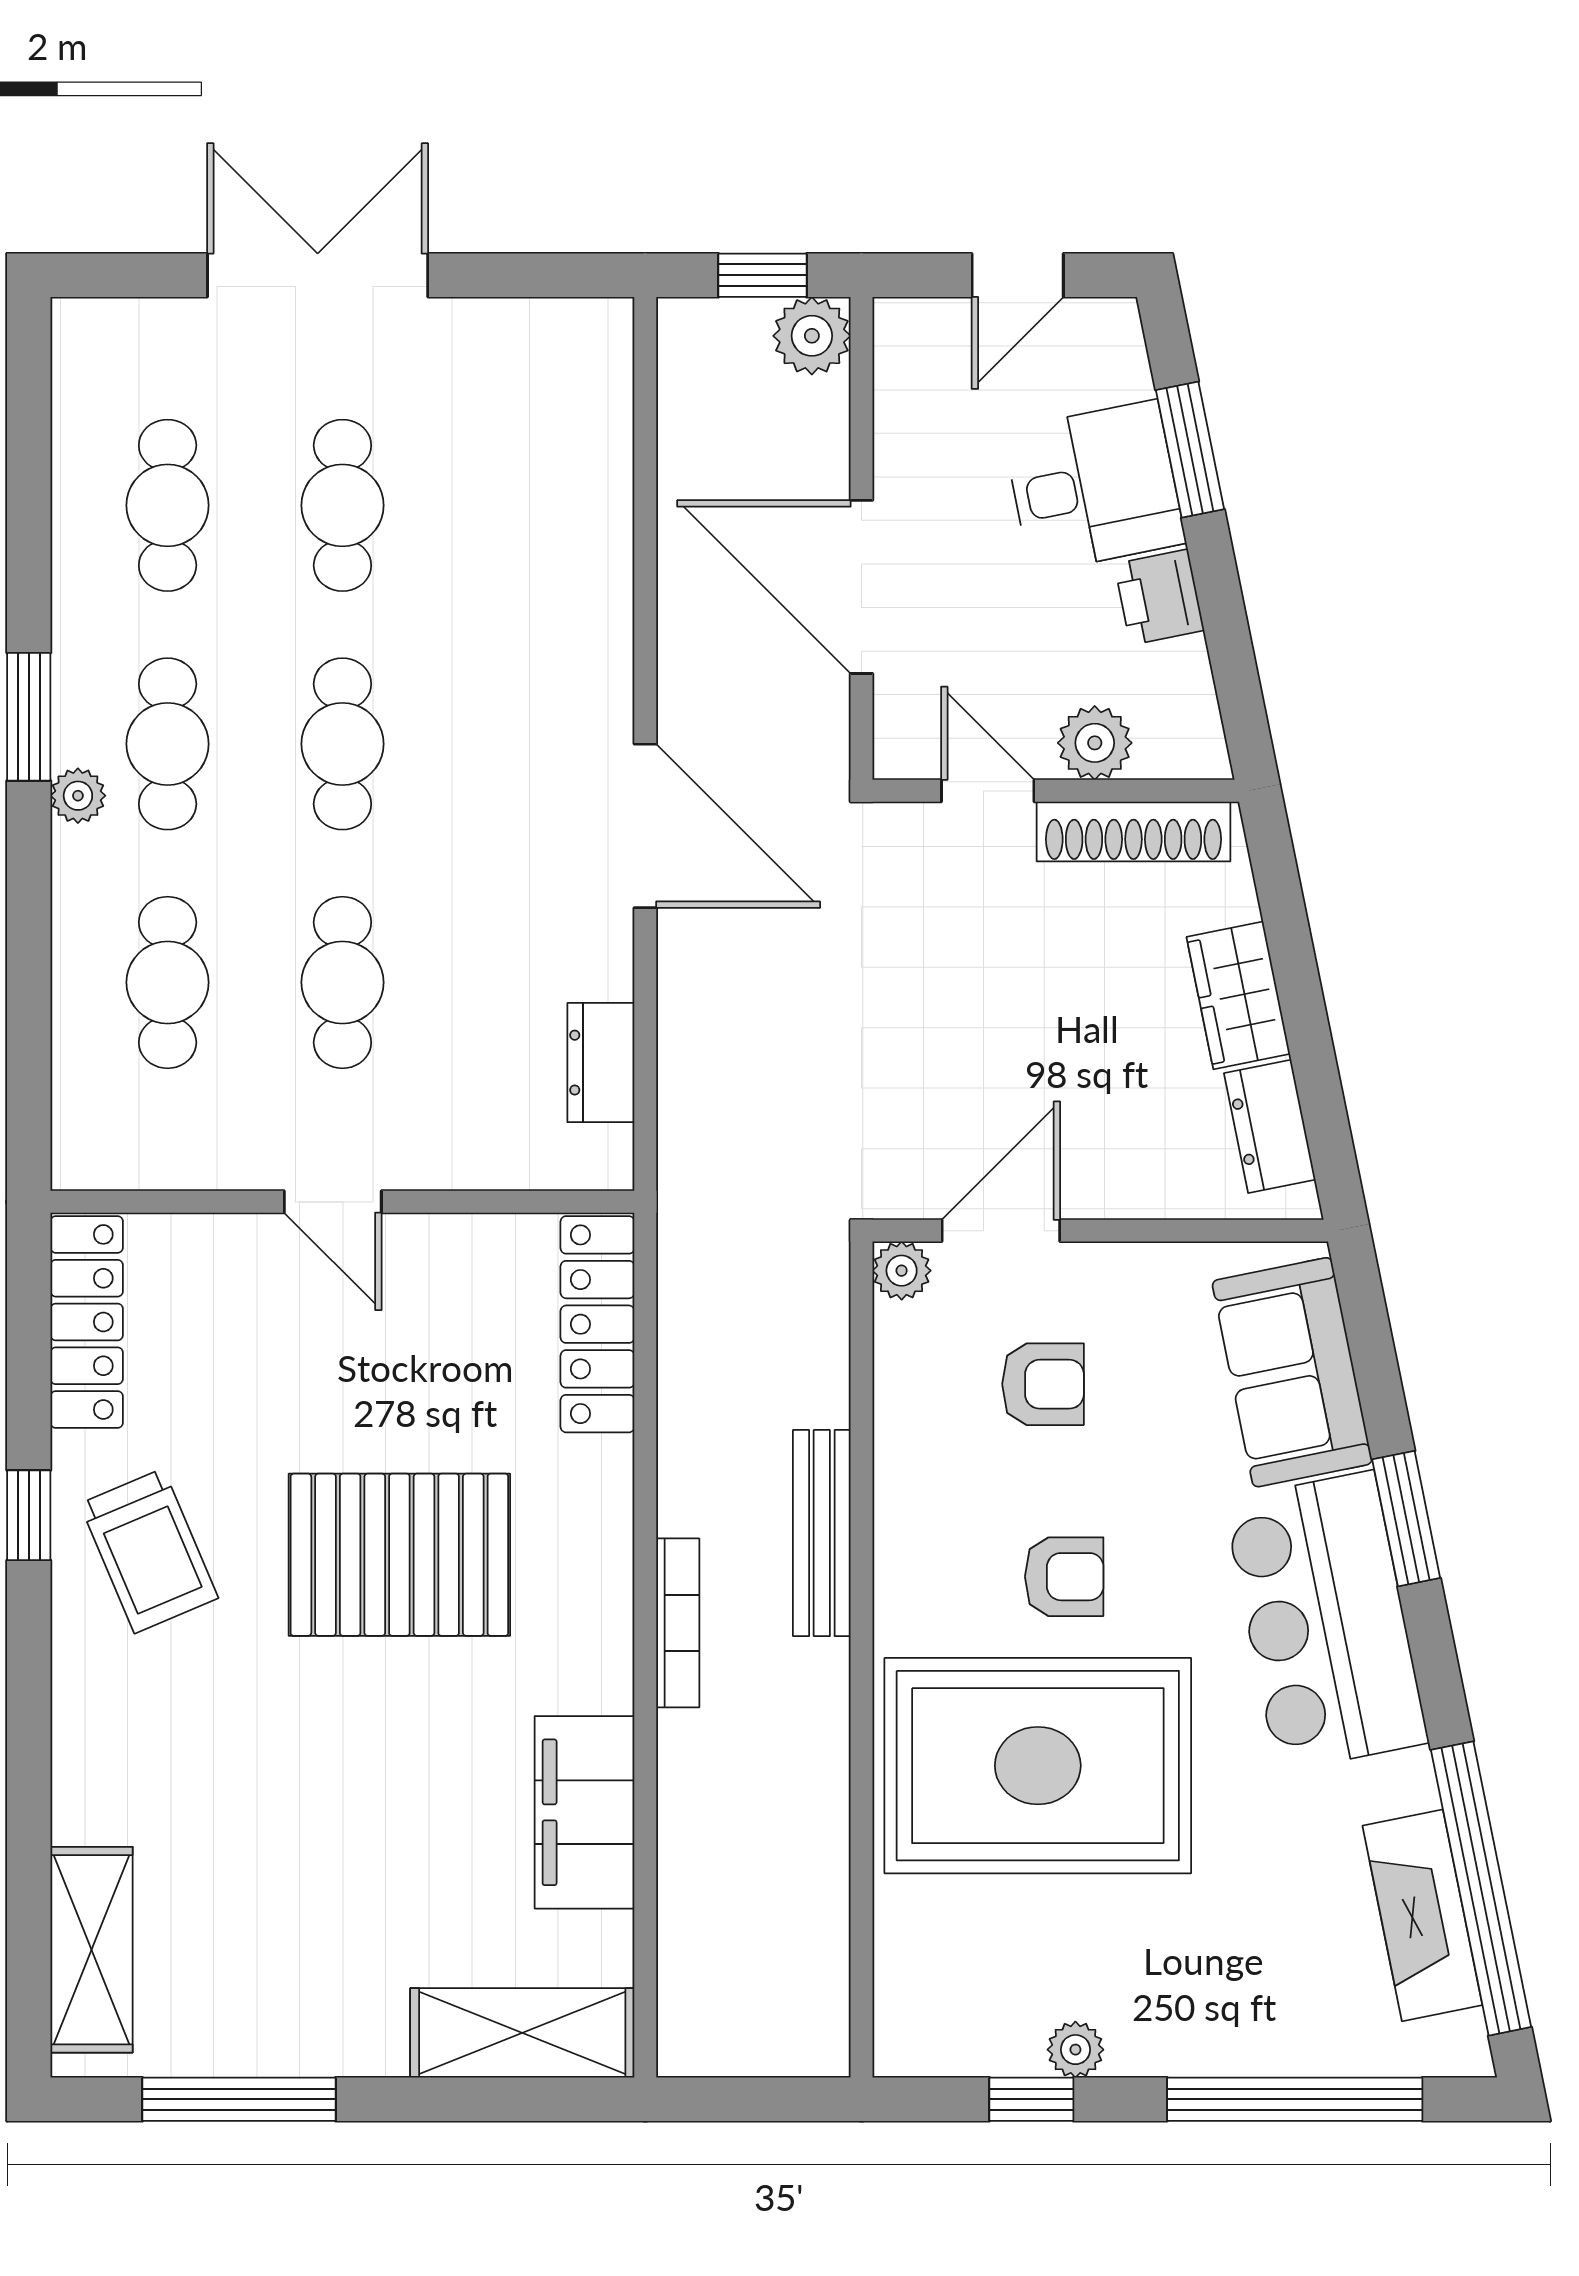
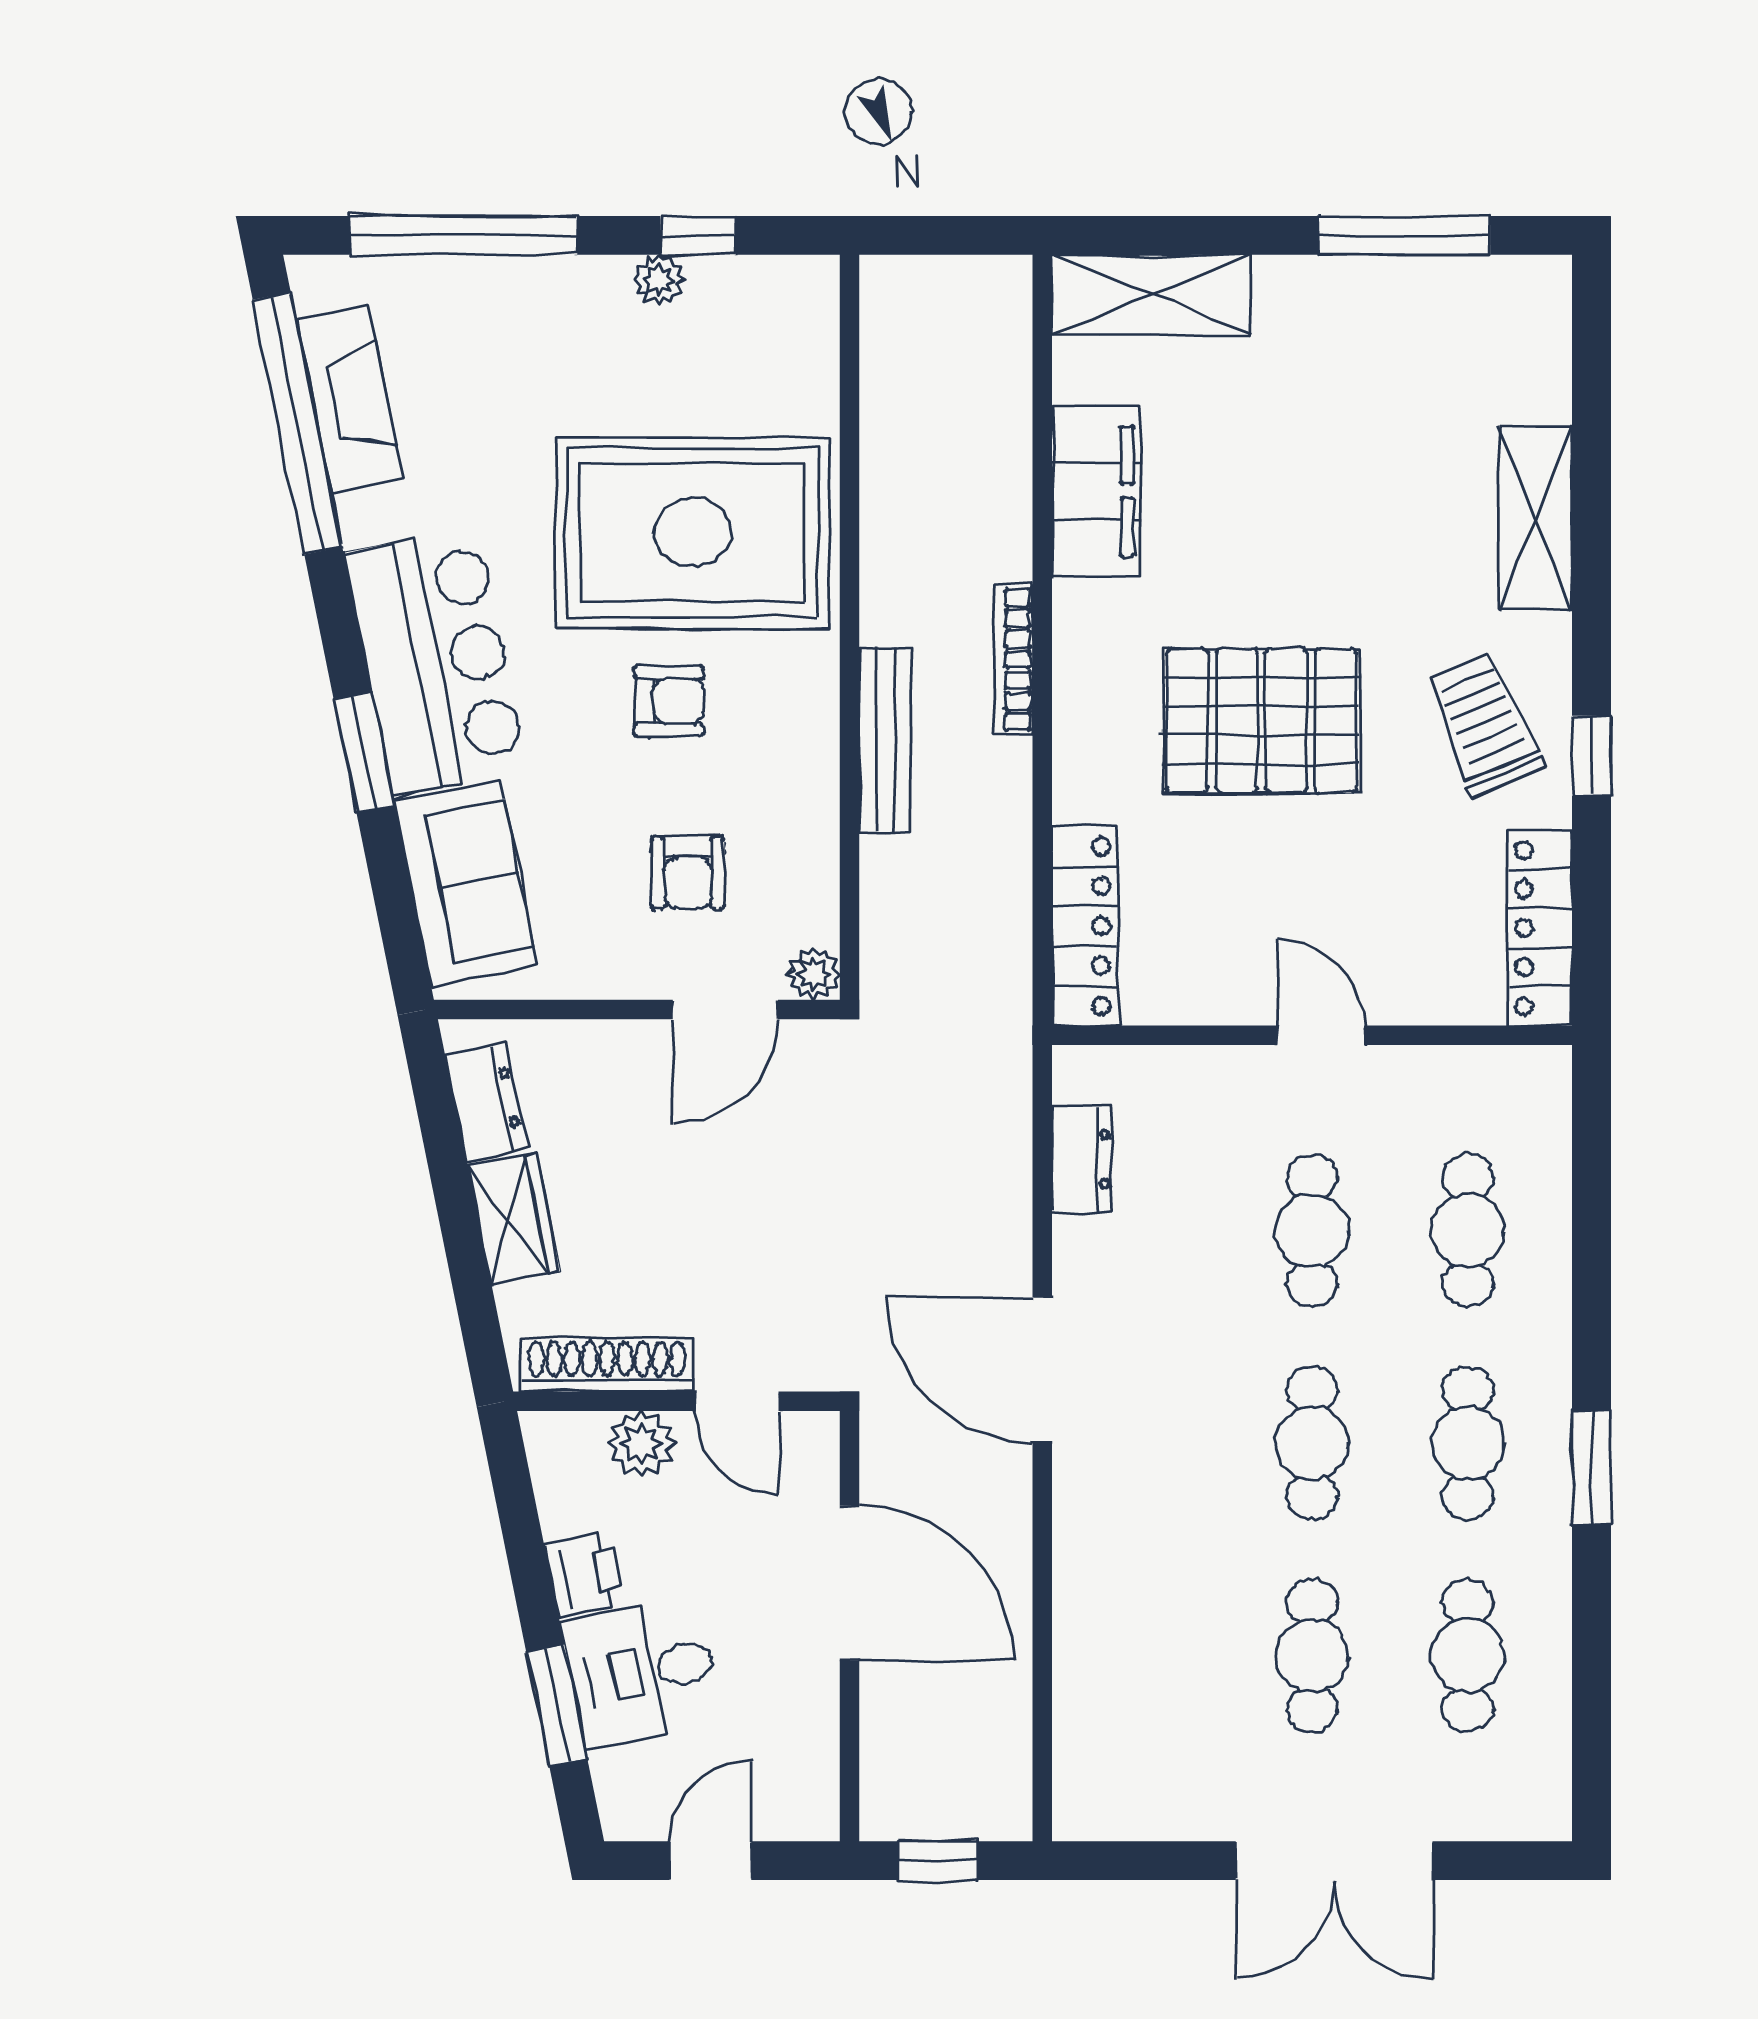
plant: (812, 336) -> (894, 1807), removed
plant: (78, 796) -> (1548, 1397), removed
armchair: (1043, 1384) -> (688, 873), turned -90
armchair: (1064, 1577) -> (669, 701), turned 180
shelving: (92, 1950) -> (1536, 518), moved

